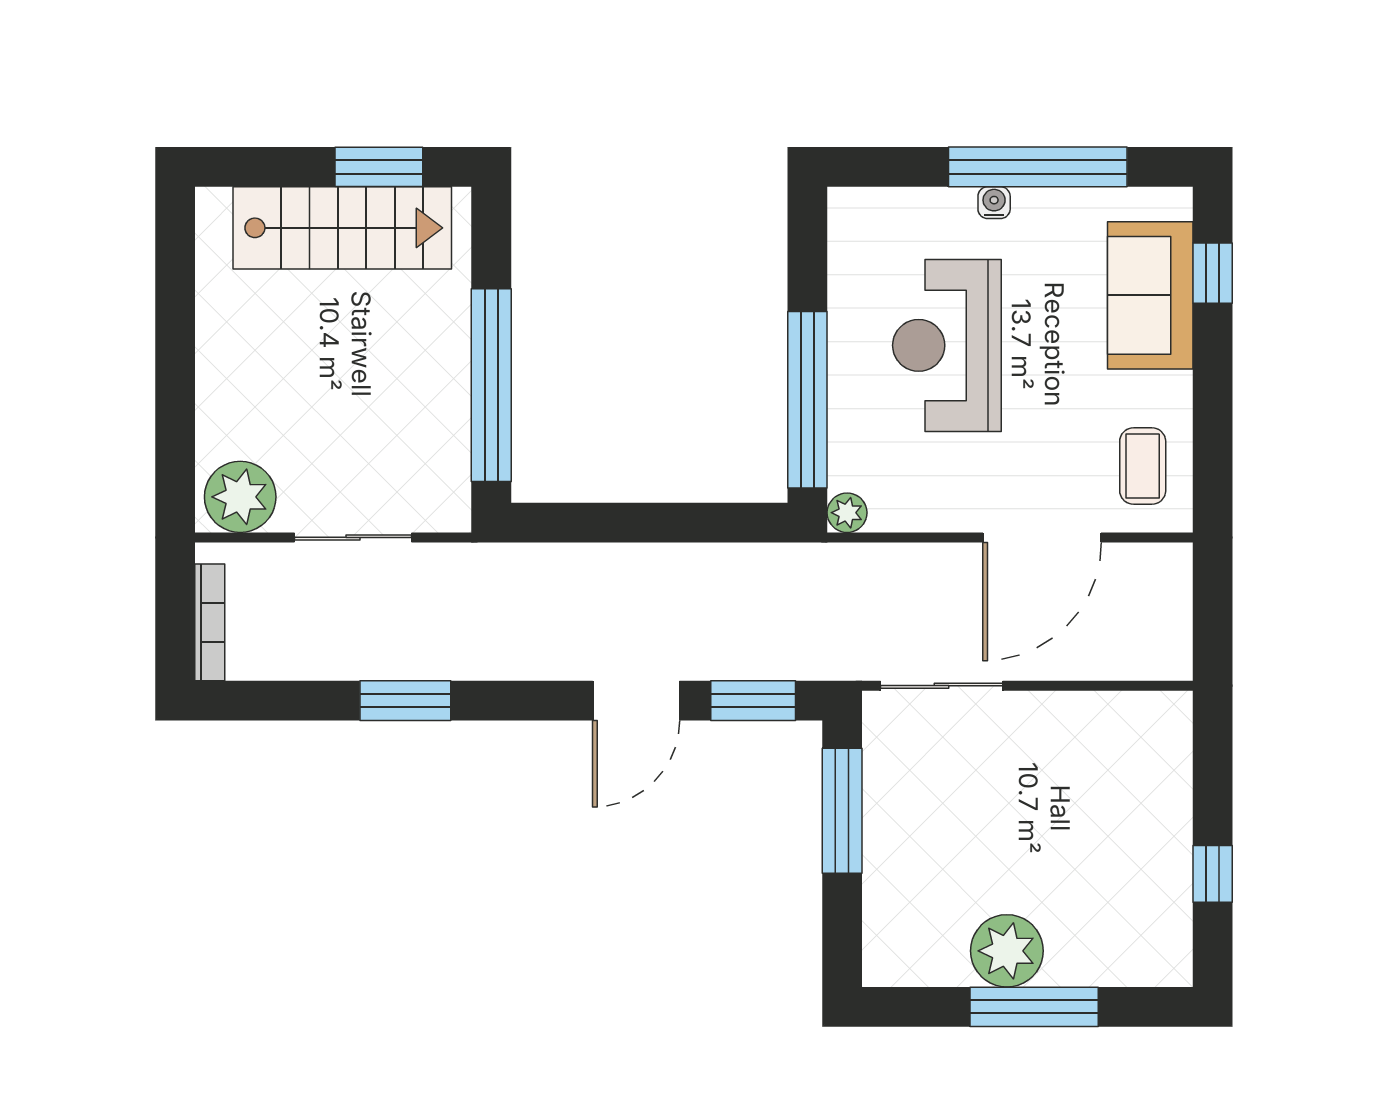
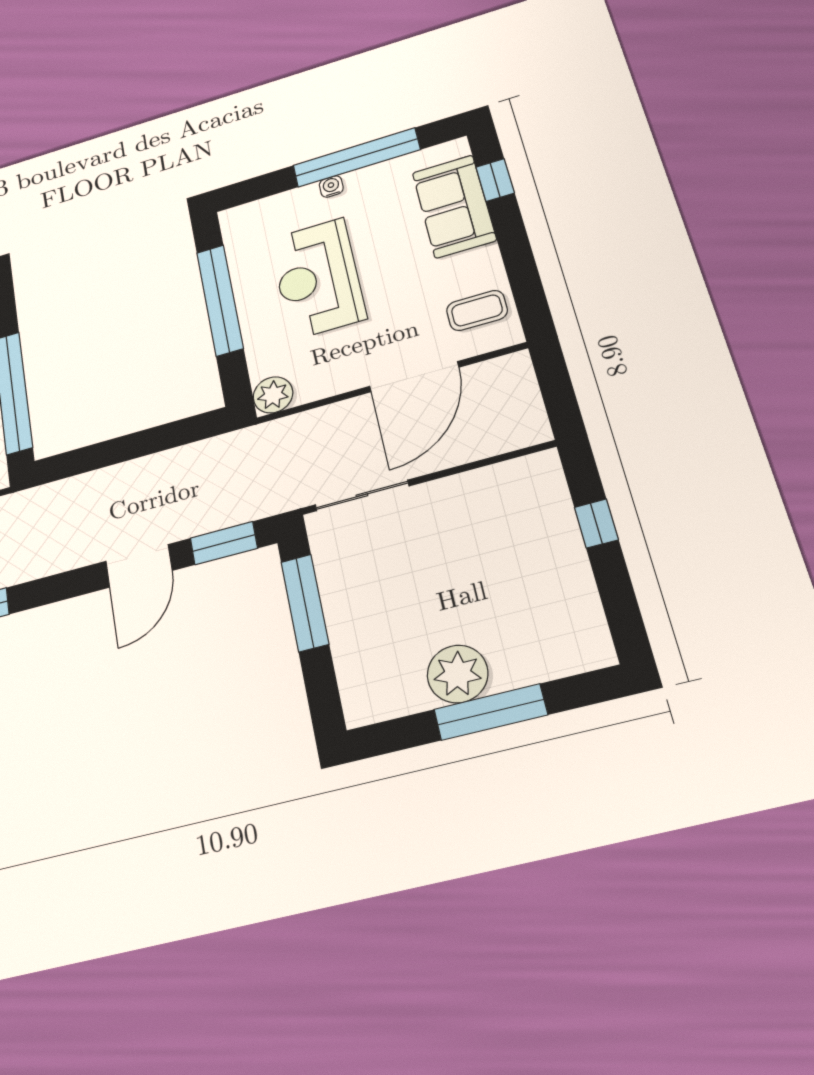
window: (807, 400) -> (220, 300), moved
coffee table: (1143, 466) -> (477, 310), turned 90
plant: (847, 513) -> (273, 395), width x1.38, depth x1.38
window: (1213, 874) -> (596, 523), moved

